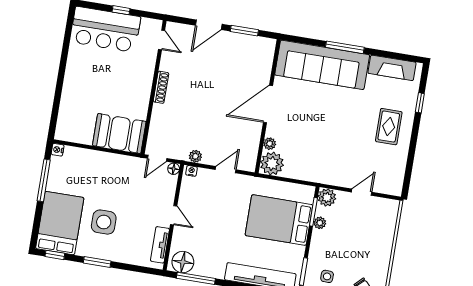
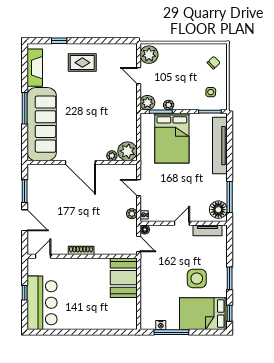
nightstand: (58, 150) -> (161, 325), moved
plant: (385, 209) -> (149, 55), added

